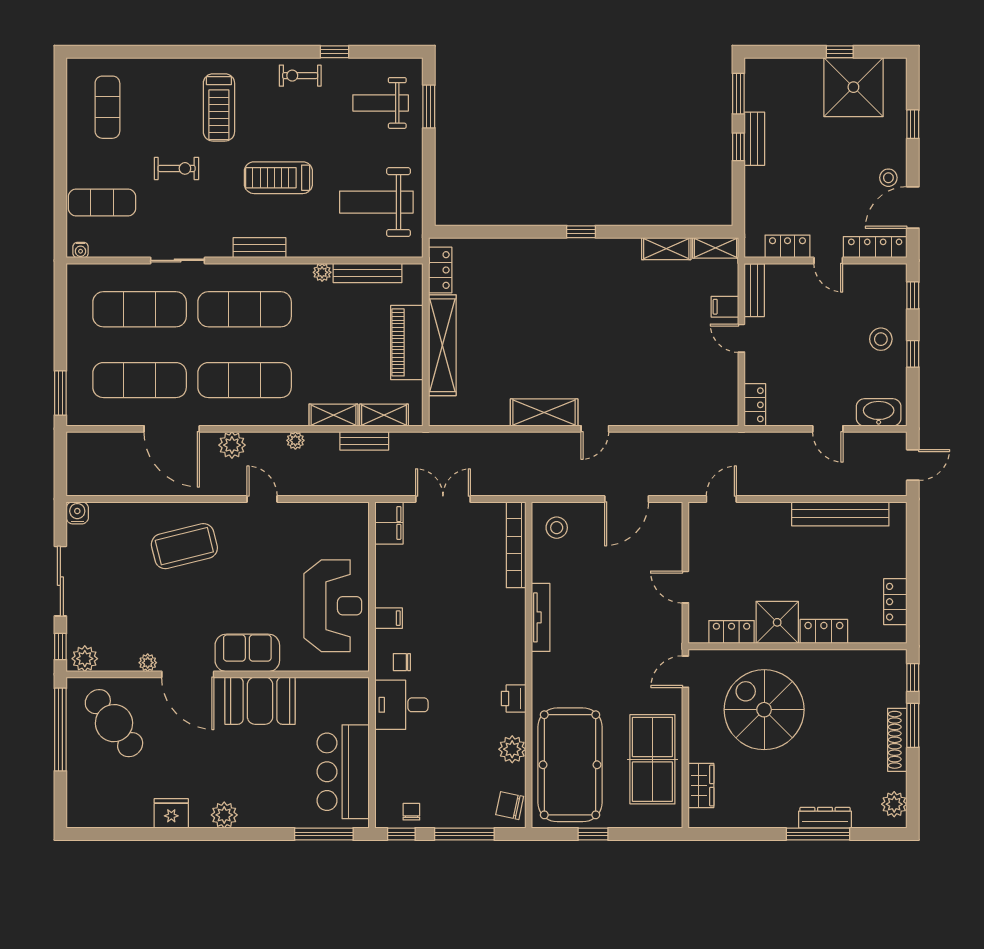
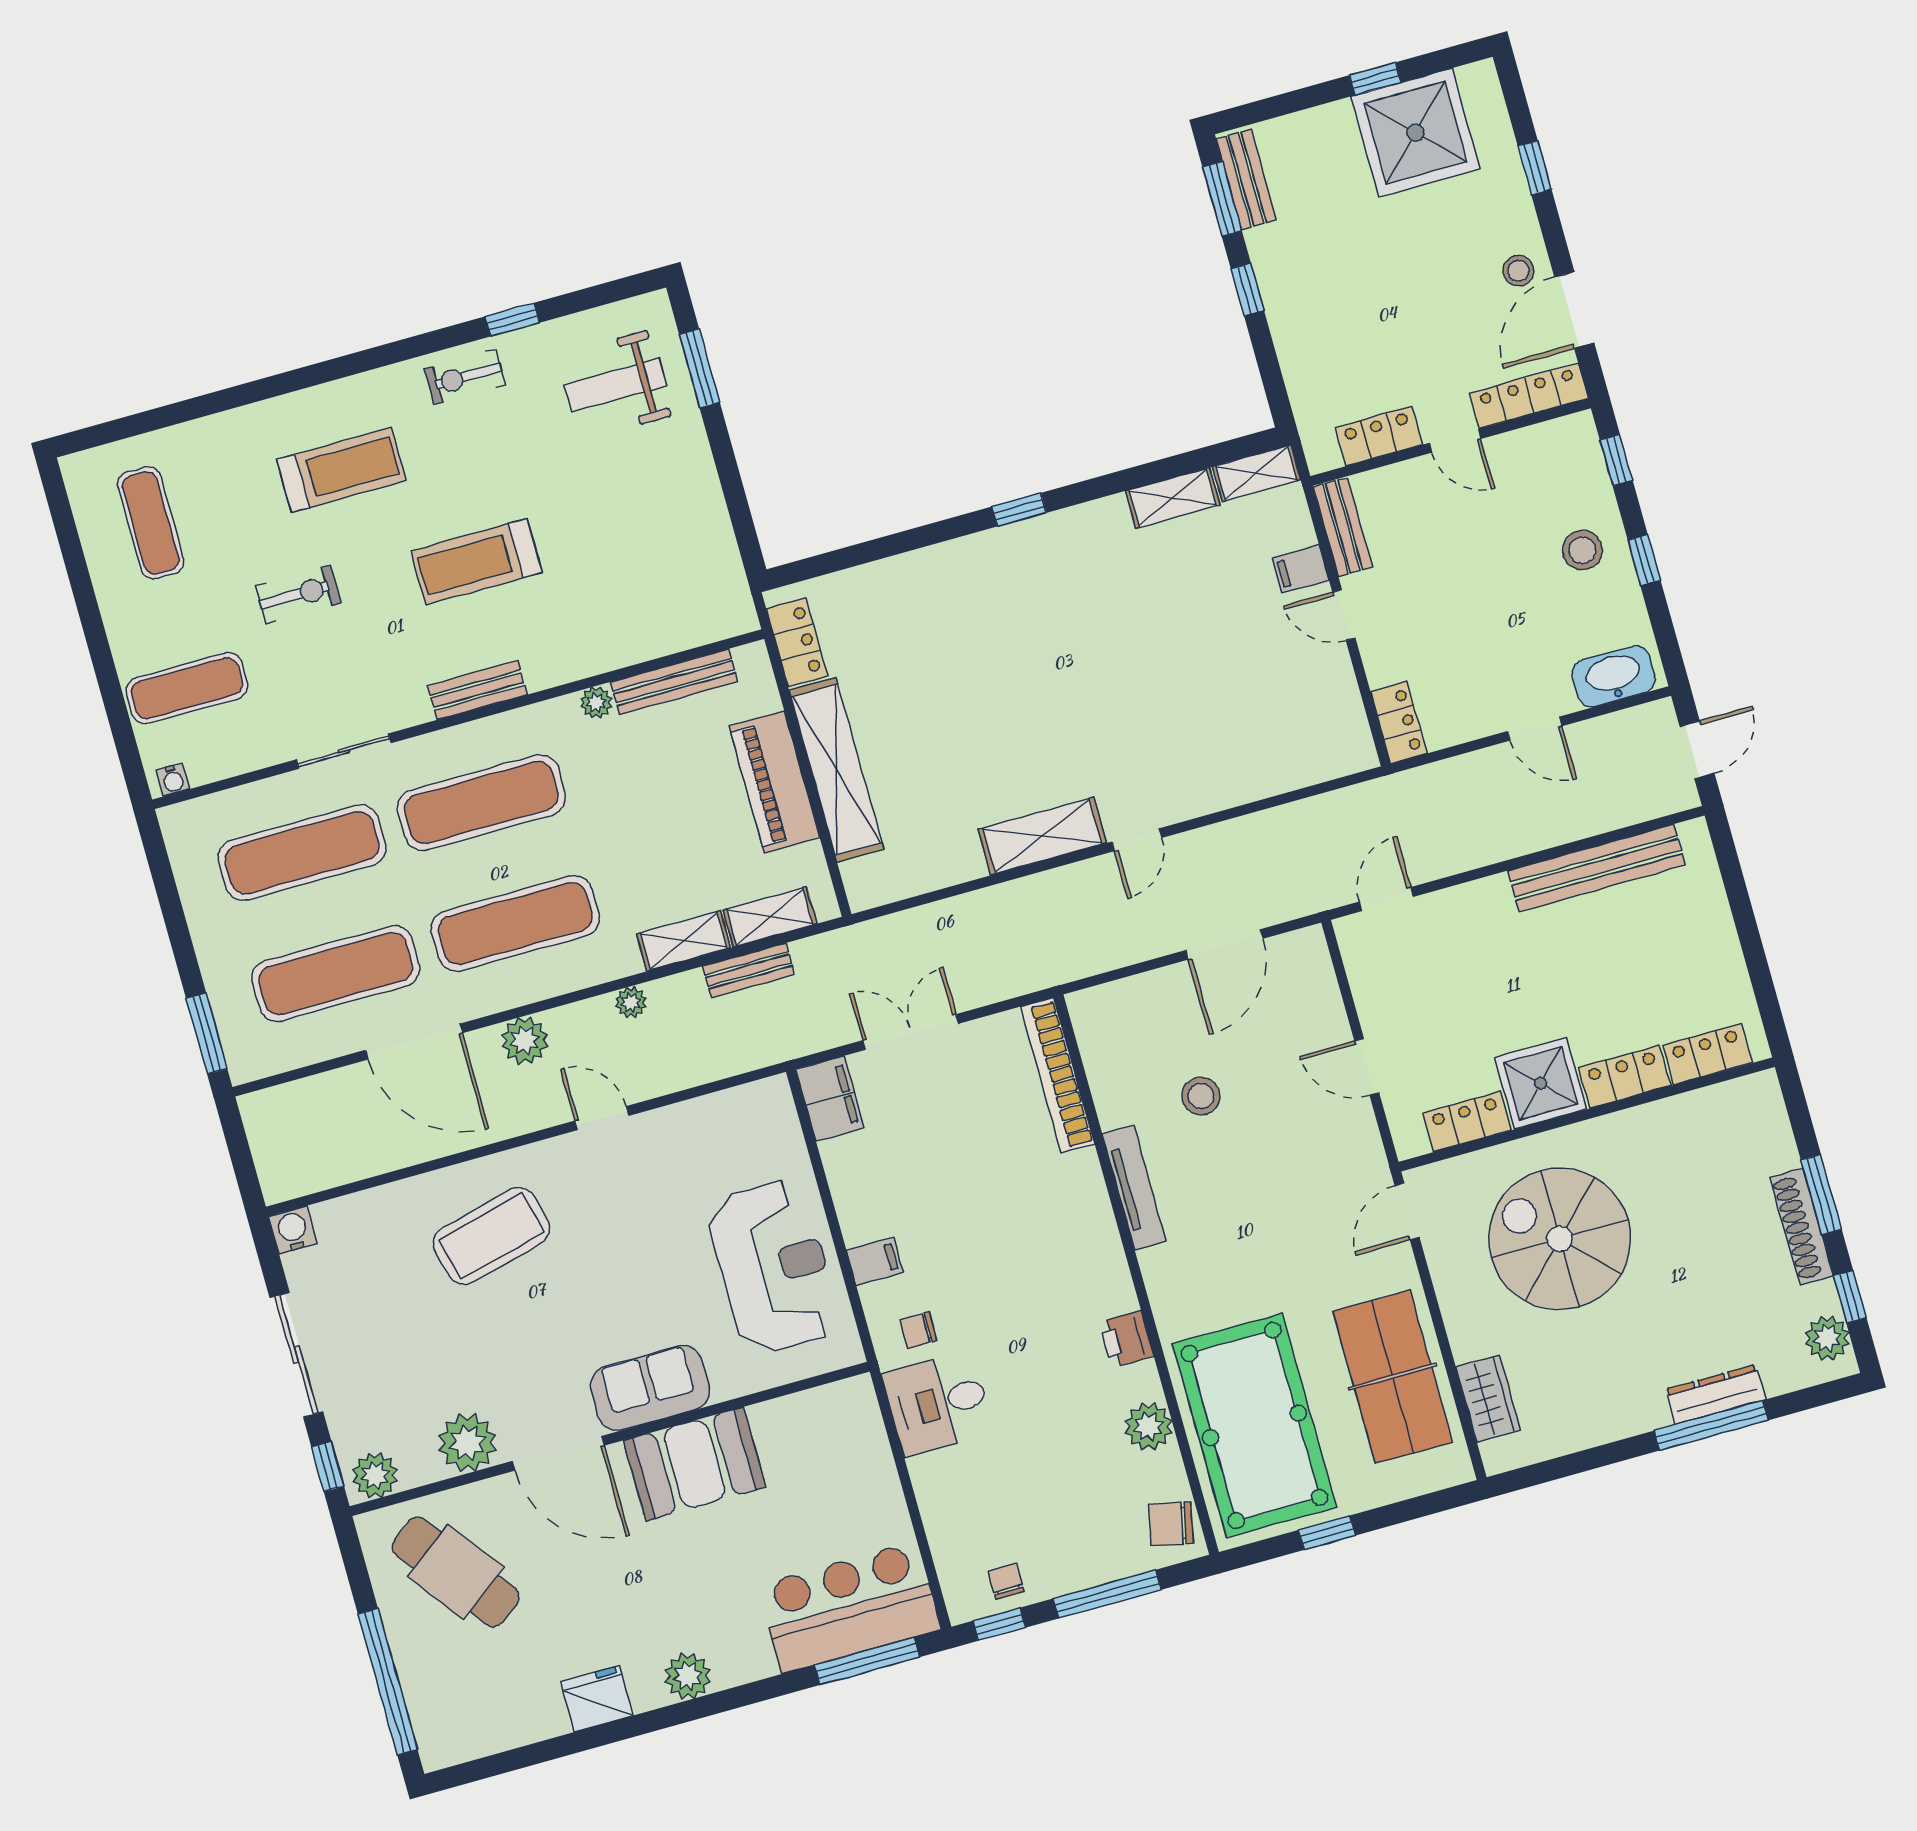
treadmill: (219, 107) -> (341, 470), turned -90
bench: (754, 139) -> (1246, 179), moved
weight bench: (376, 202) -> (655, 557), removed
stool: (557, 528) -> (1201, 1096), moved
locker: (895, 602) -> (1708, 1054), moved, turned 90
plant: (148, 663) -> (467, 1443), width x1.88, depth x1.88
window: (913, 678) -> (1850, 1297), moved
window: (60, 730) -> (388, 1682), moved
bar counter: (343, 772) -> (849, 1607), moved, turned 90

